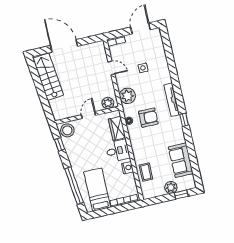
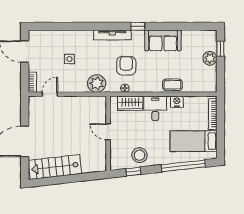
door: (111, 68) -> (50, 94), moved
plant: (108, 103) -> (100, 107), removed
stool: (67, 130) -> (140, 155), moved
sofa: (181, 160) -> (163, 40), moved
coffee table: (146, 172) -> (172, 85), moved

